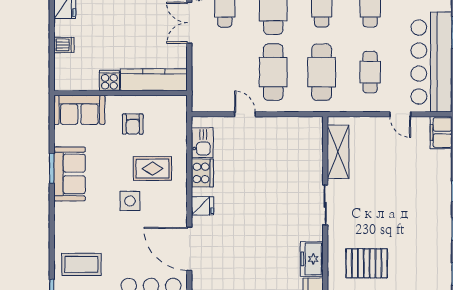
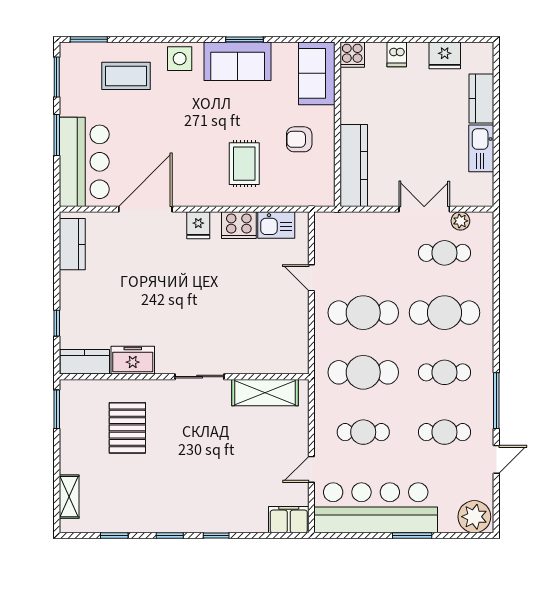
cooker: (109, 81) -> (352, 55), moved, turned 90
door: (245, 114) -> (311, 278), swing flipped
side table: (130, 201) -> (180, 59), moved
coffee table: (81, 264) -> (126, 76), turned 90

